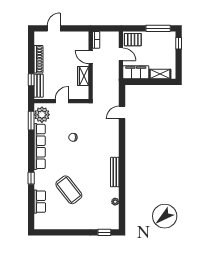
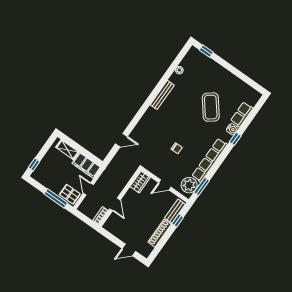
window: (158, 28) -> (56, 198), moved
wardrobe: (83, 76) -> (140, 182), moved
water cooler: (39, 184) -> (232, 129), added

